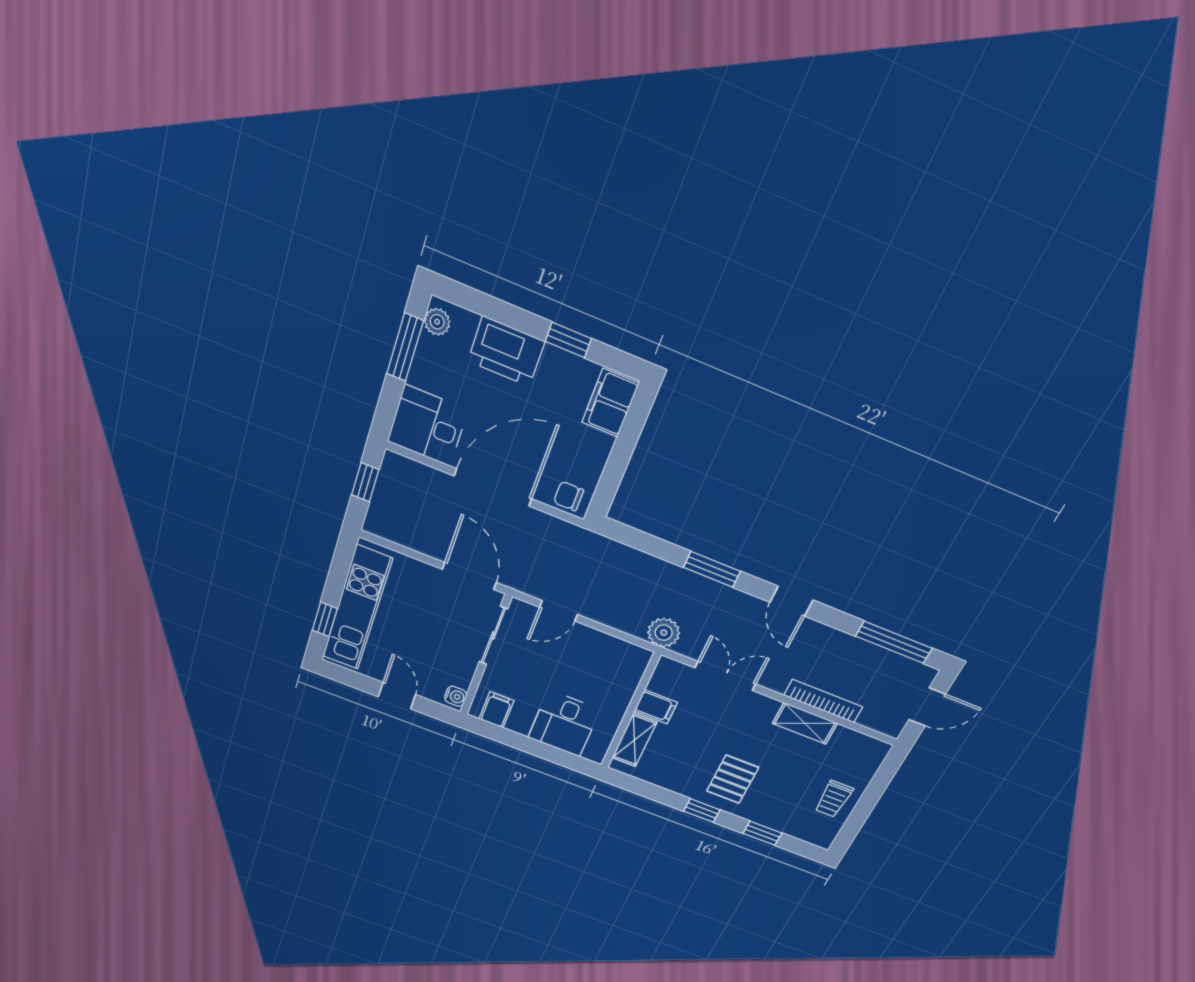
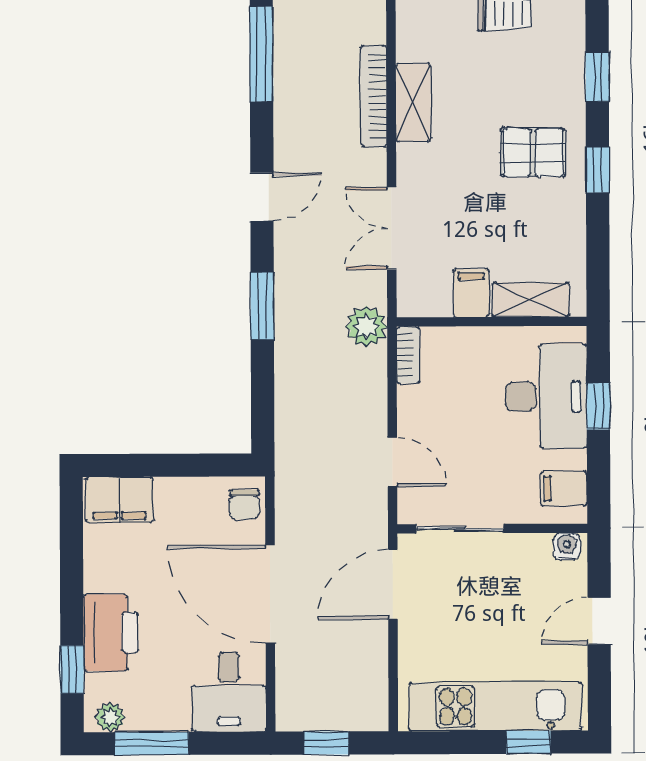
window: (568, 340) -> (72, 669), moved
bookcase: (631, 651) -> (408, 355), added
desk: (564, 724) -> (546, 396), width x1.37
window: (544, 751) -> (598, 406), added

